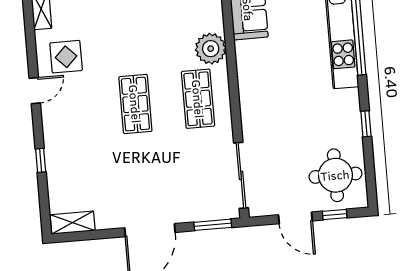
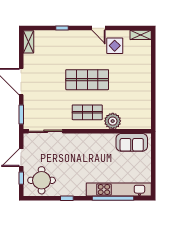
shop shelf: (135, 104) -> (87, 80), width x1.43, depth x1.36

